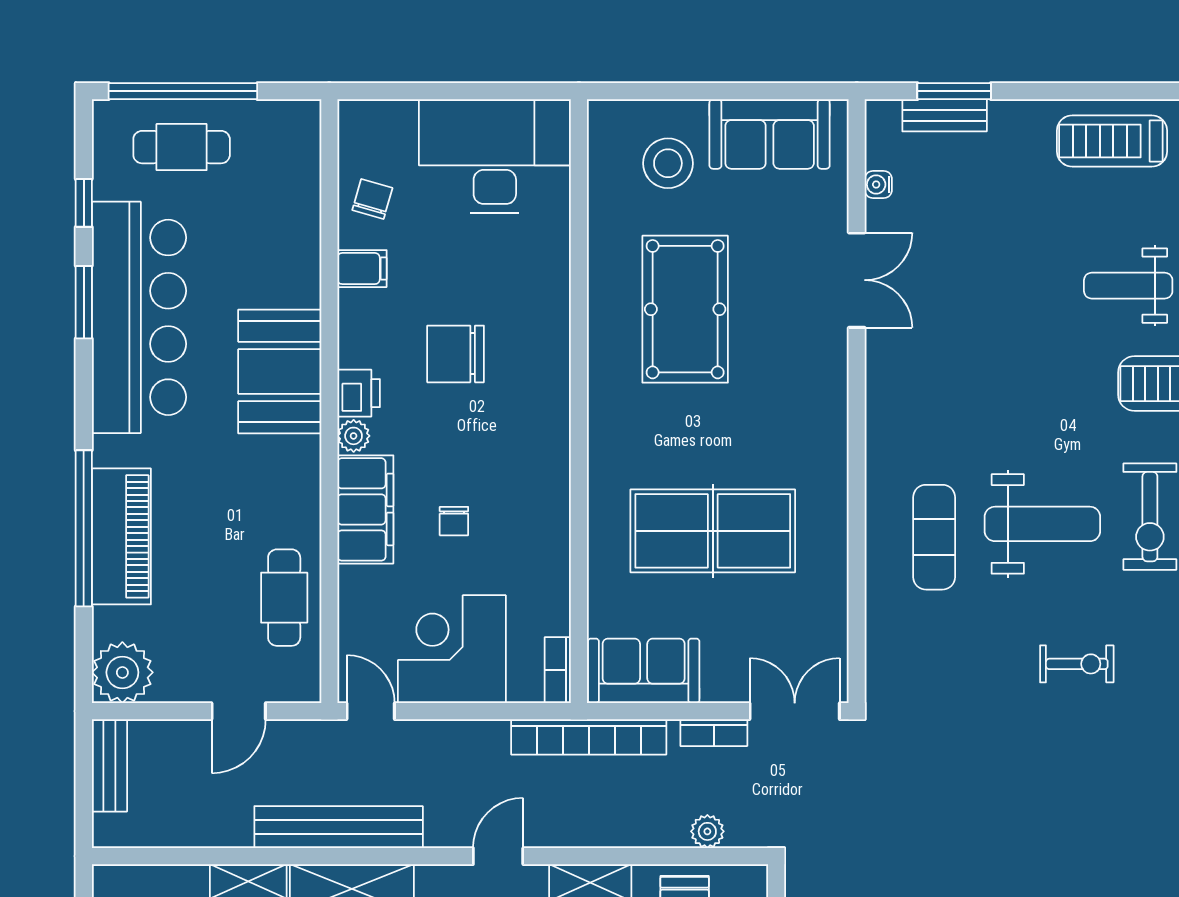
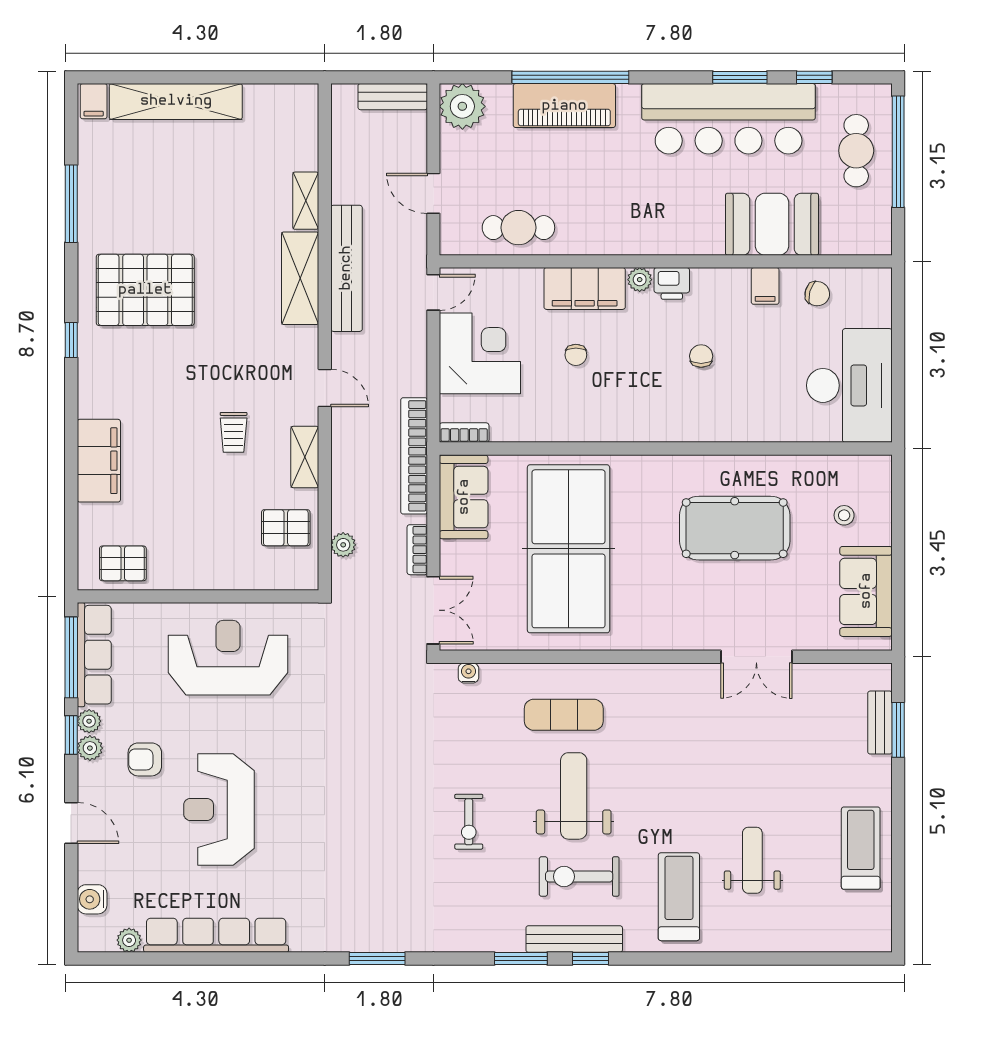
stool: (668, 163) -> (844, 515), width x0.53, depth x0.53
water cooler: (878, 185) -> (468, 673), moved
chair: (456, 354) -> (701, 356), width x0.54, depth x0.54
booth: (280, 371) -> (772, 224), moved
chair: (454, 521) -> (576, 355), turned -90
weight bench: (1042, 524) -> (574, 796), turned 180
table tennis table: (713, 531) -> (568, 549), width x1.36, depth x1.32

